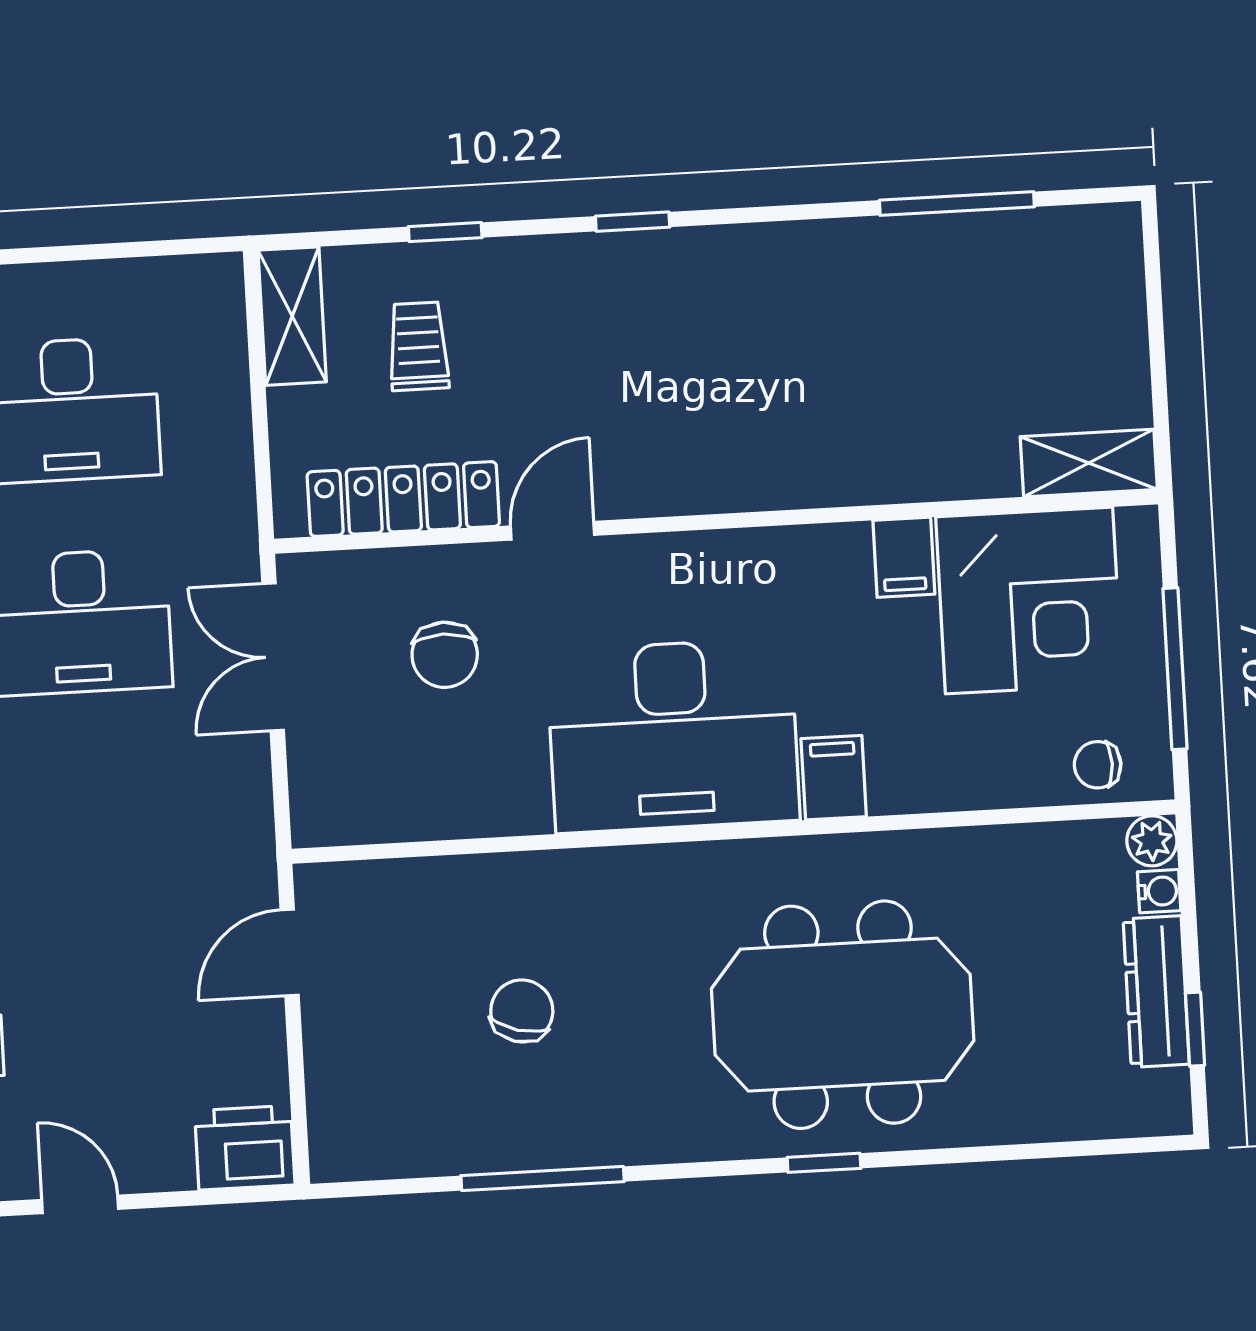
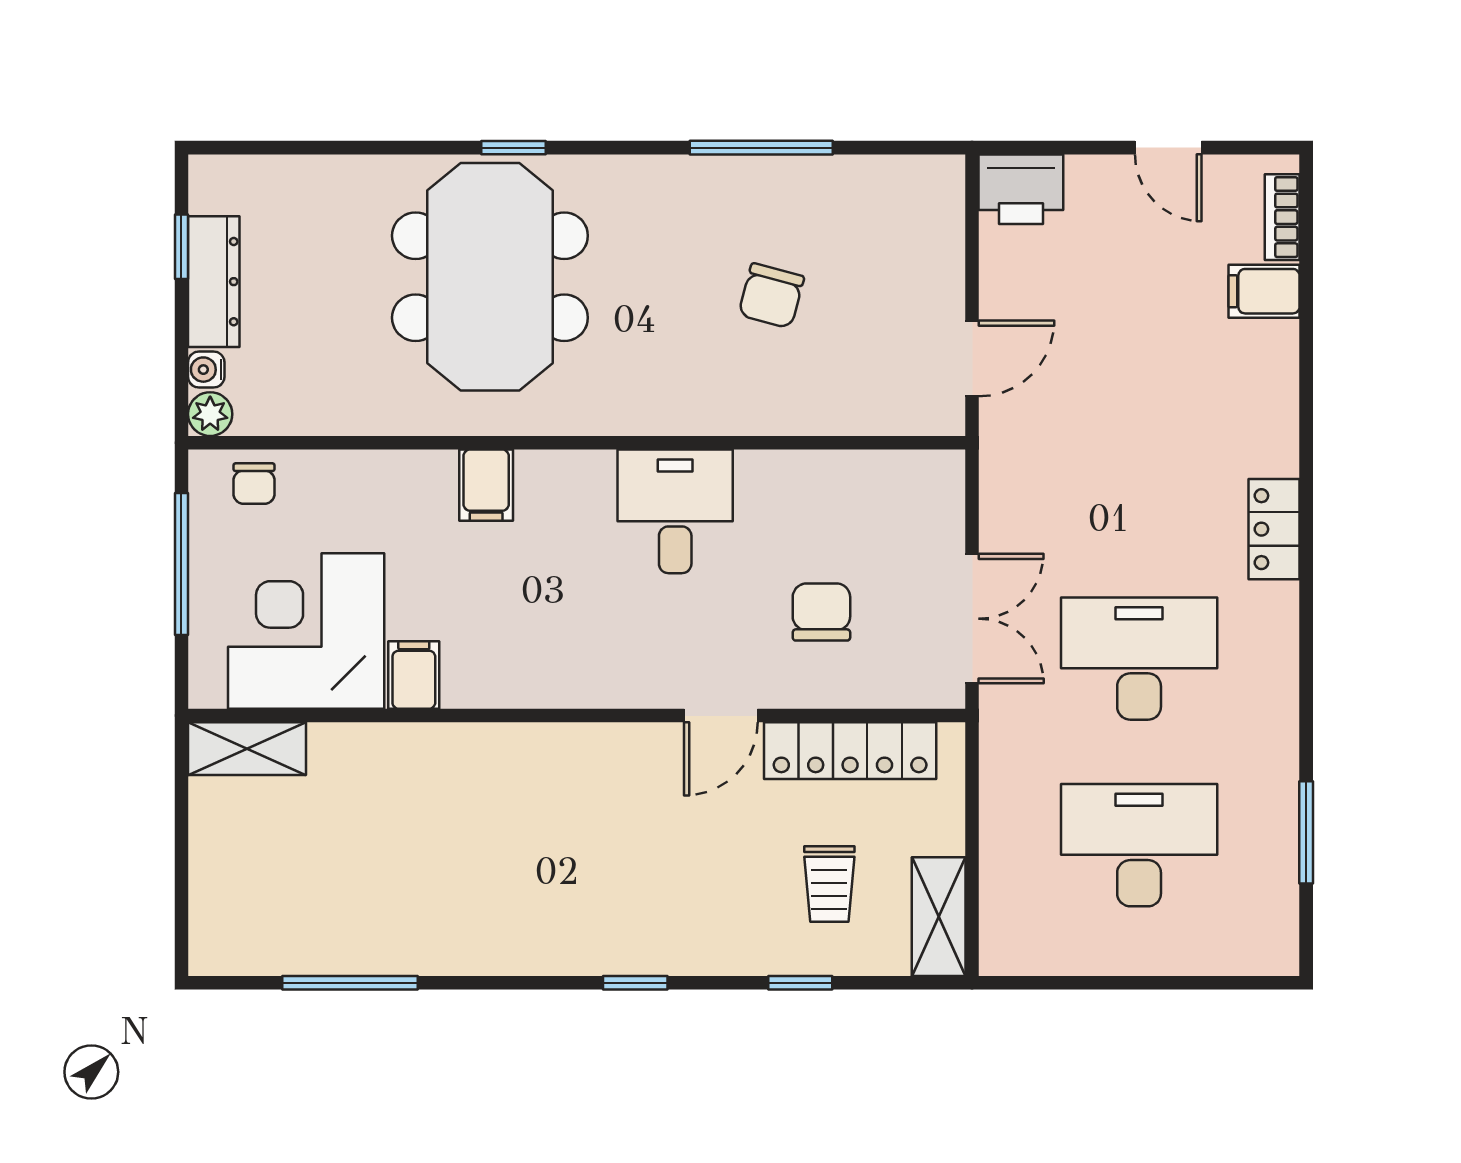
desk: (673, 735) -> (675, 511), width x0.53, depth x0.77
chair: (1098, 765) -> (254, 483), turned 90
meeting table: (843, 1015) -> (490, 277), turned 90

